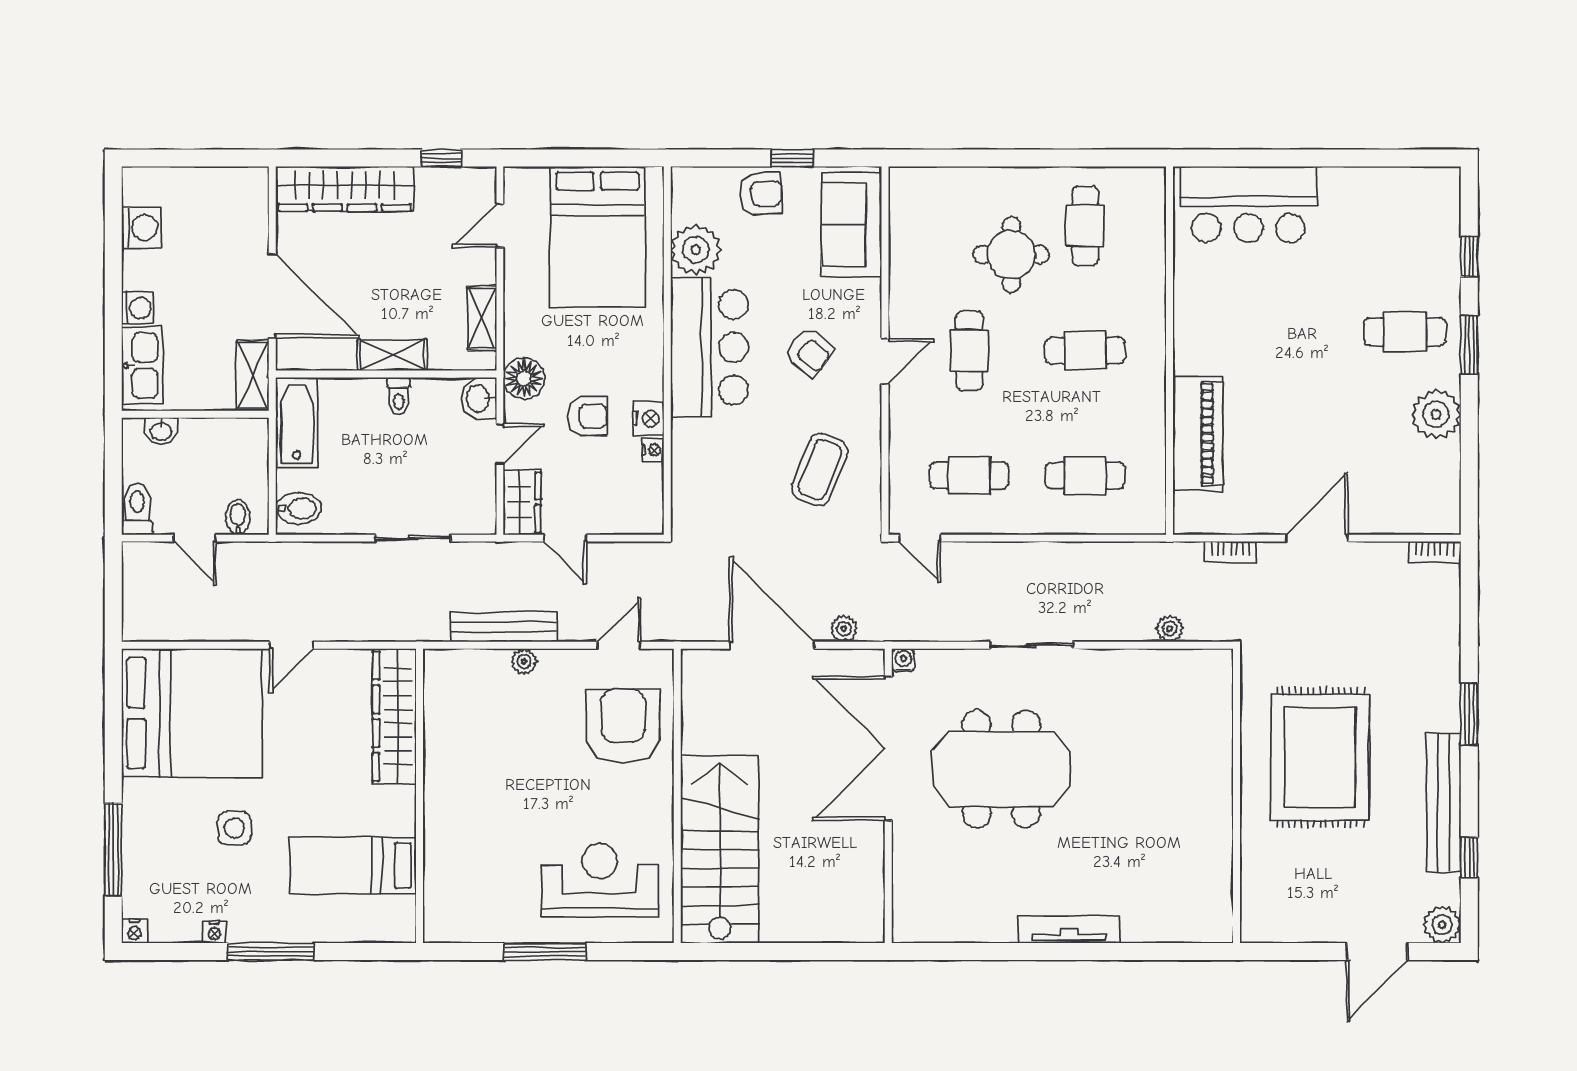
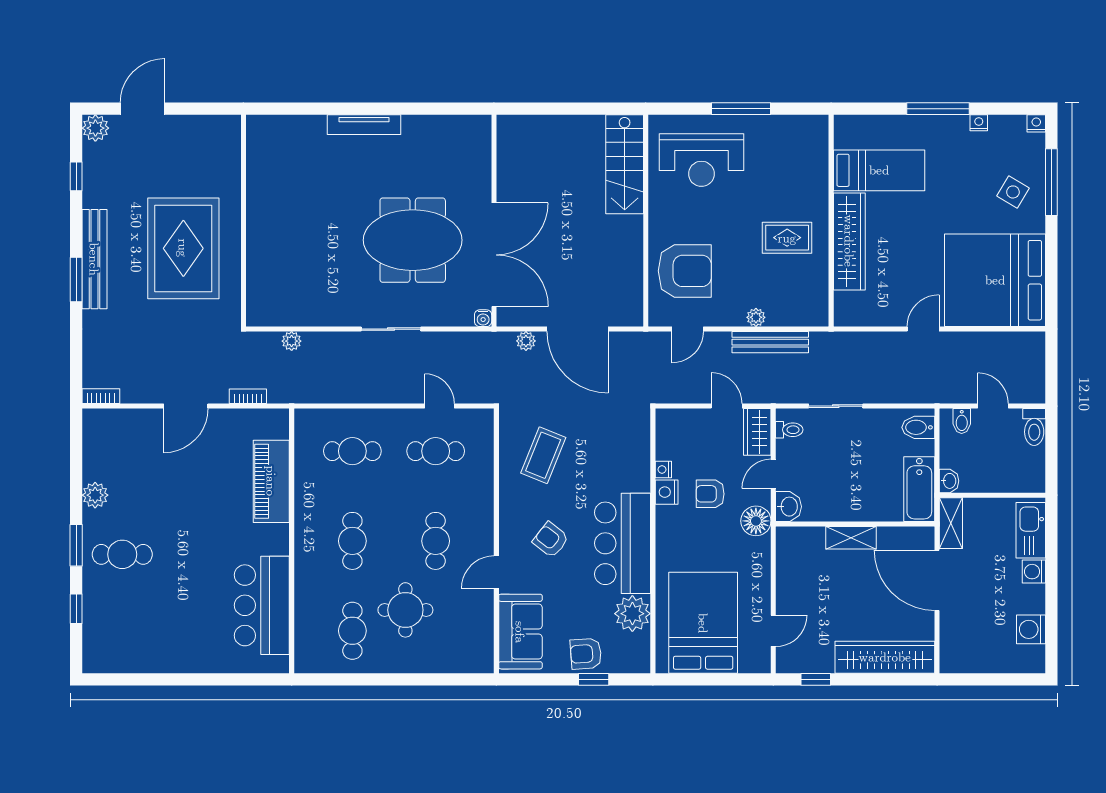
window: (792, 158) -> (594, 679), moved
bar counter: (1248, 205) -> (262, 605), moved, turned -90
shelving: (482, 318) -> (786, 564), removed
cafe table: (1085, 351) -> (352, 541), turned 90
door: (885, 361) -> (496, 572), moved
toilet: (399, 396) -> (789, 430), moved, turned 90
plant: (1436, 414) -> (95, 495), width x0.73, depth x0.73
washbasin: (161, 431) -> (949, 481), moved, turned 90
door: (920, 538) -> (440, 406), moved
wardrobe: (394, 716) -> (849, 241), moved
armchair: (623, 726) -> (685, 271), turned -90
rug: (481, 772) -> (787, 238), added
bench: (1444, 802) -> (94, 259), moved
side table: (234, 828) -> (1013, 192), moved, turned 31
stairs: (720, 849) -> (625, 164), width x0.73, depth x0.66

